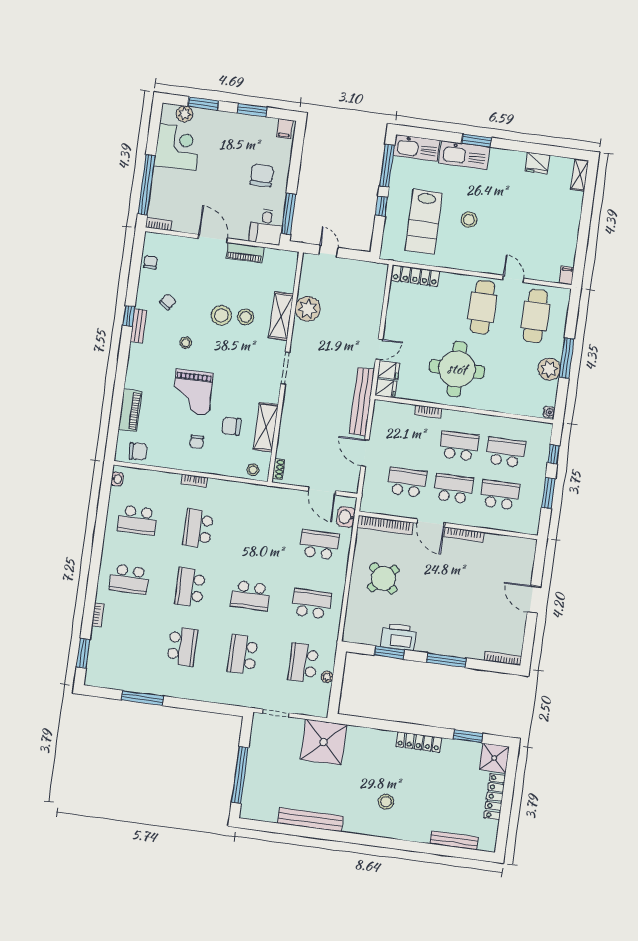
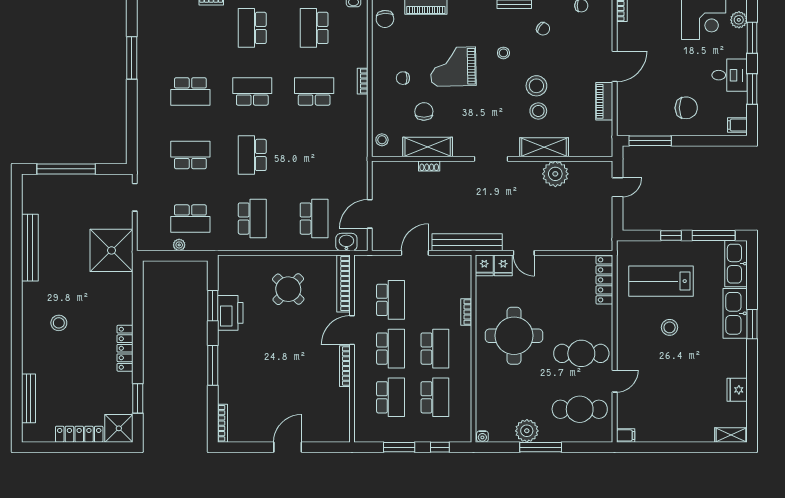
desk: (266, 227) -> (730, 75), moved, turned 180
shoe rack: (278, 469) -> (429, 166), moved
school desk: (303, 663) -> (190, 219), turned 180

